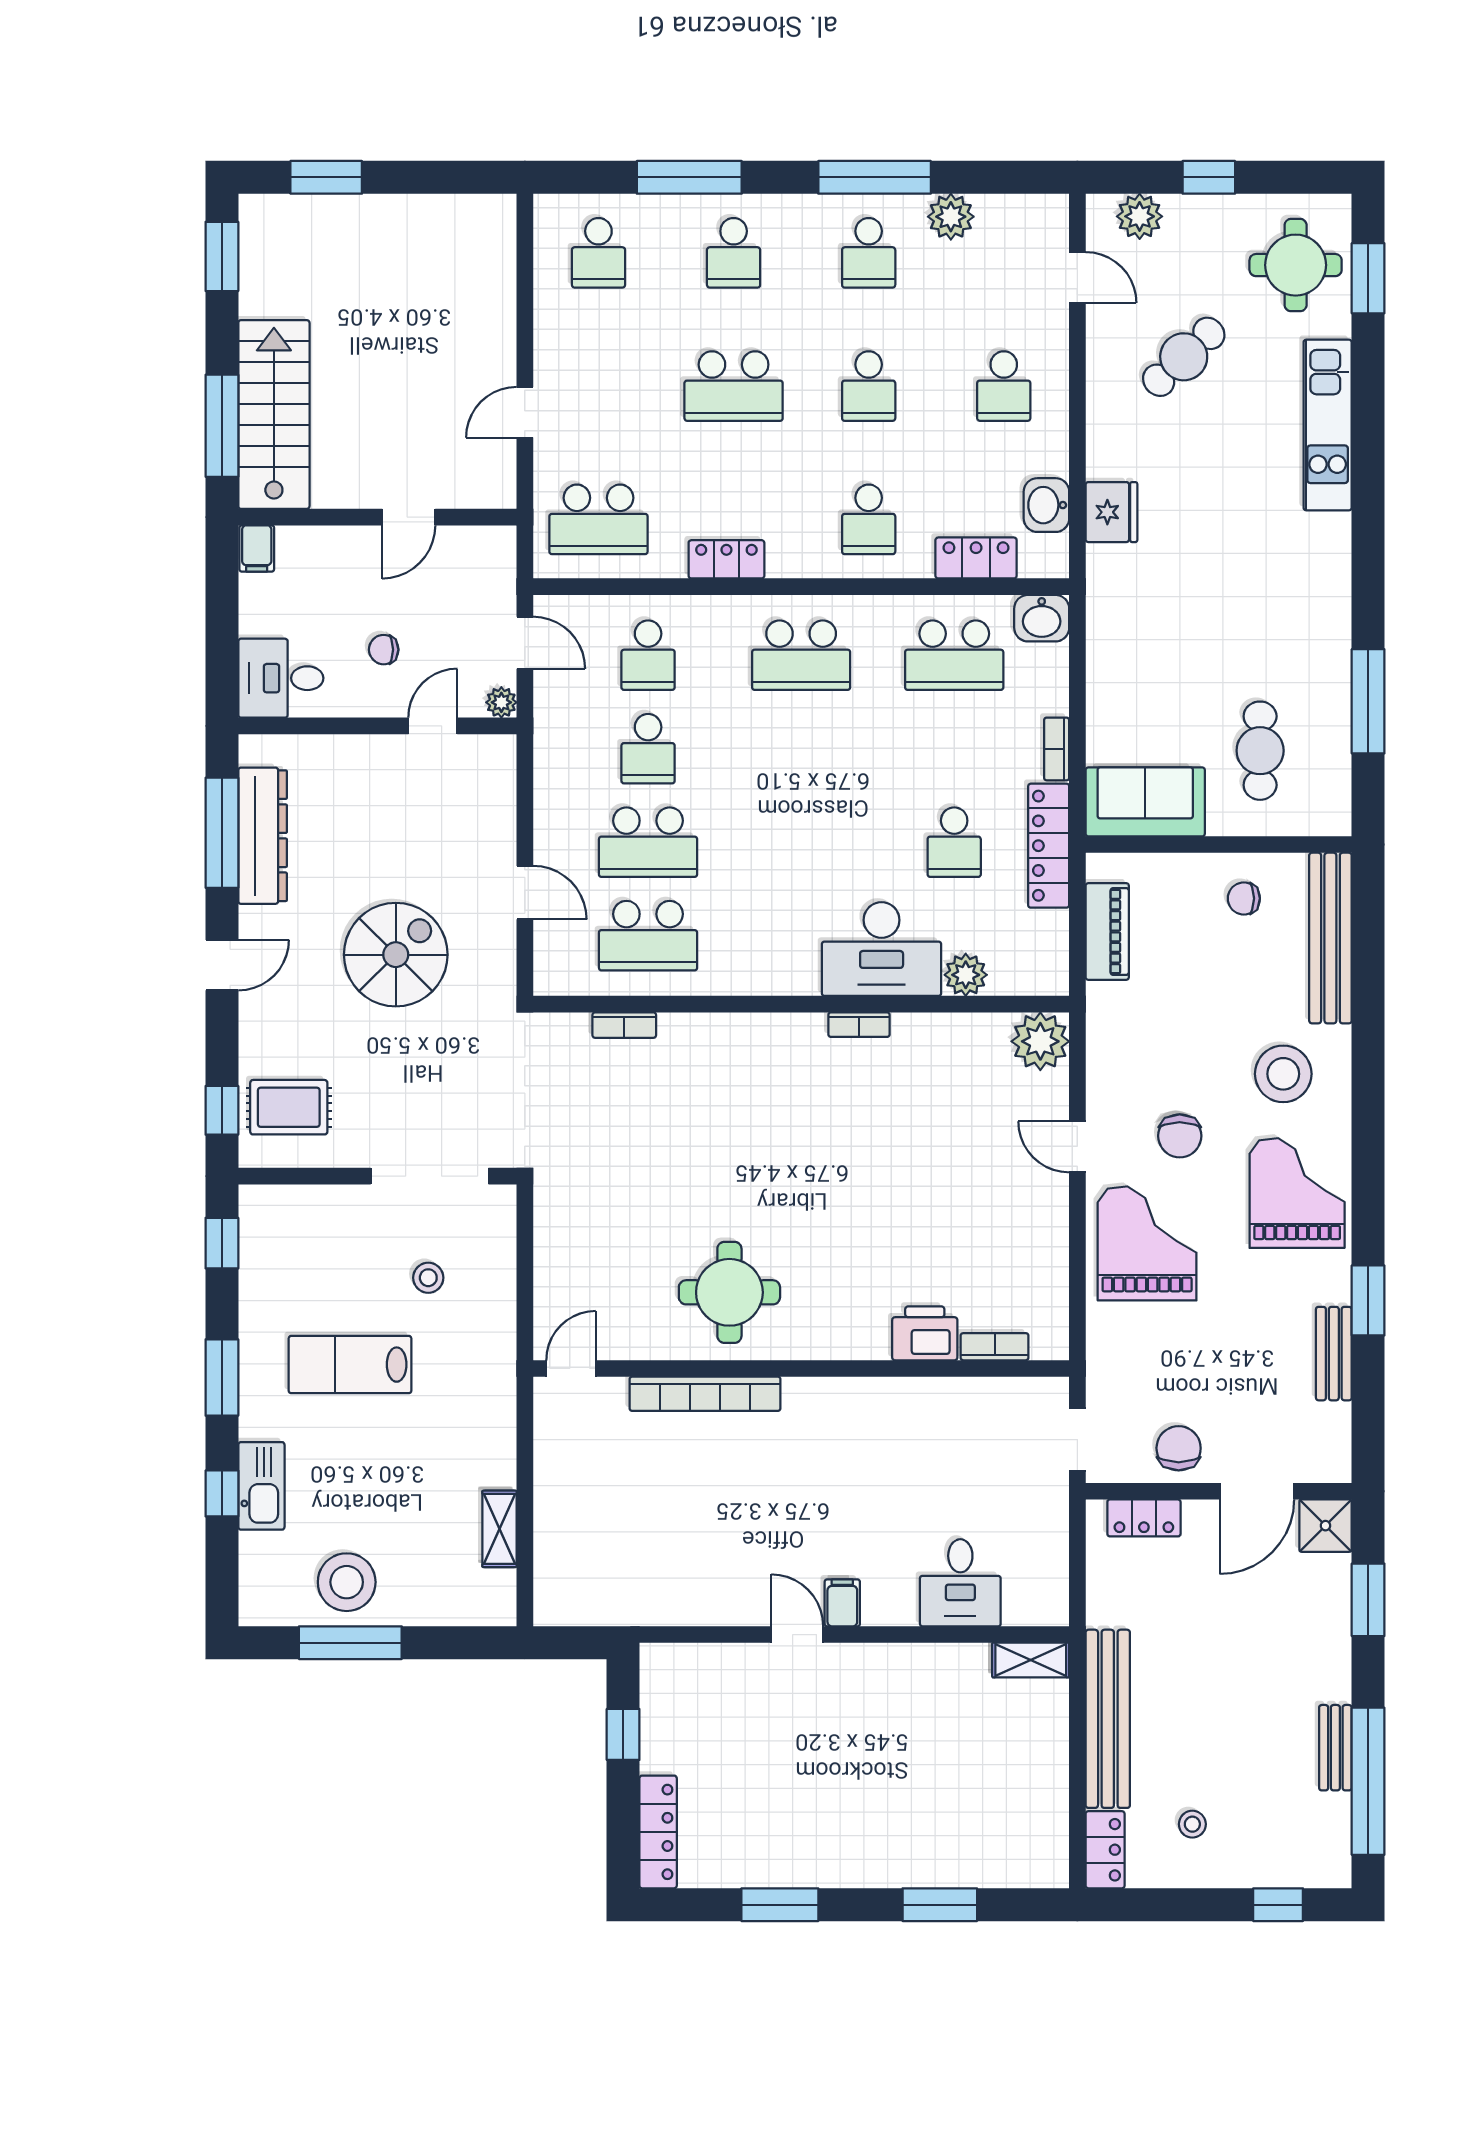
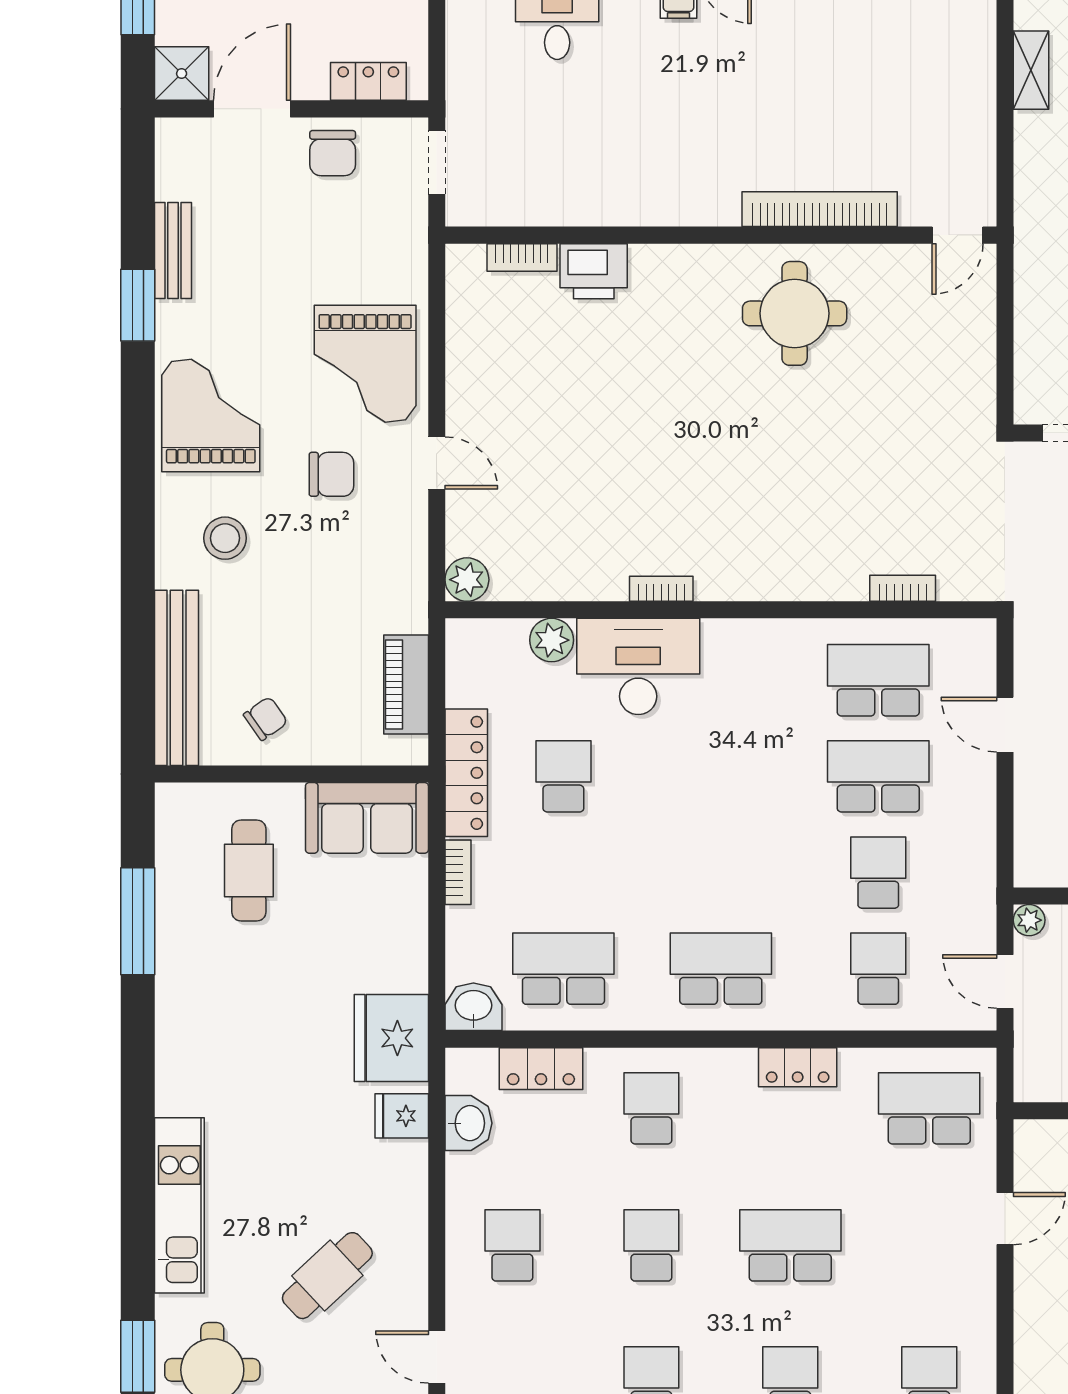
fridge: (1111, 512) -> (402, 1116), width x0.72
fridge: (1121, 588) -> (391, 1038), added
chair: (1244, 898) -> (266, 718), turned -35
plant: (1040, 1041) -> (467, 580), width x0.73, depth x0.73
stool: (1283, 1074) -> (225, 538), width x0.73, depth x0.73
chair: (1180, 1136) -> (331, 474), turned 90
grand piano: (1297, 1193) -> (211, 416), turned 180

